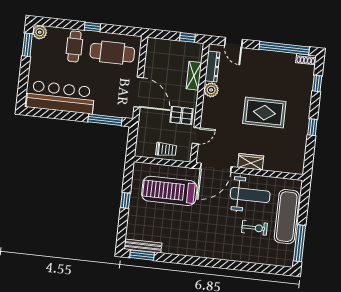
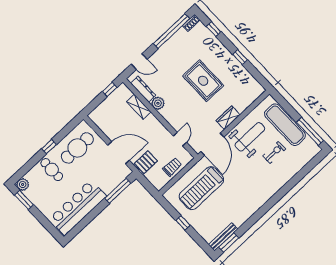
rug: (264, 113) -> (203, 81), turned 90
pallet: (182, 115) -> (146, 162), moved

